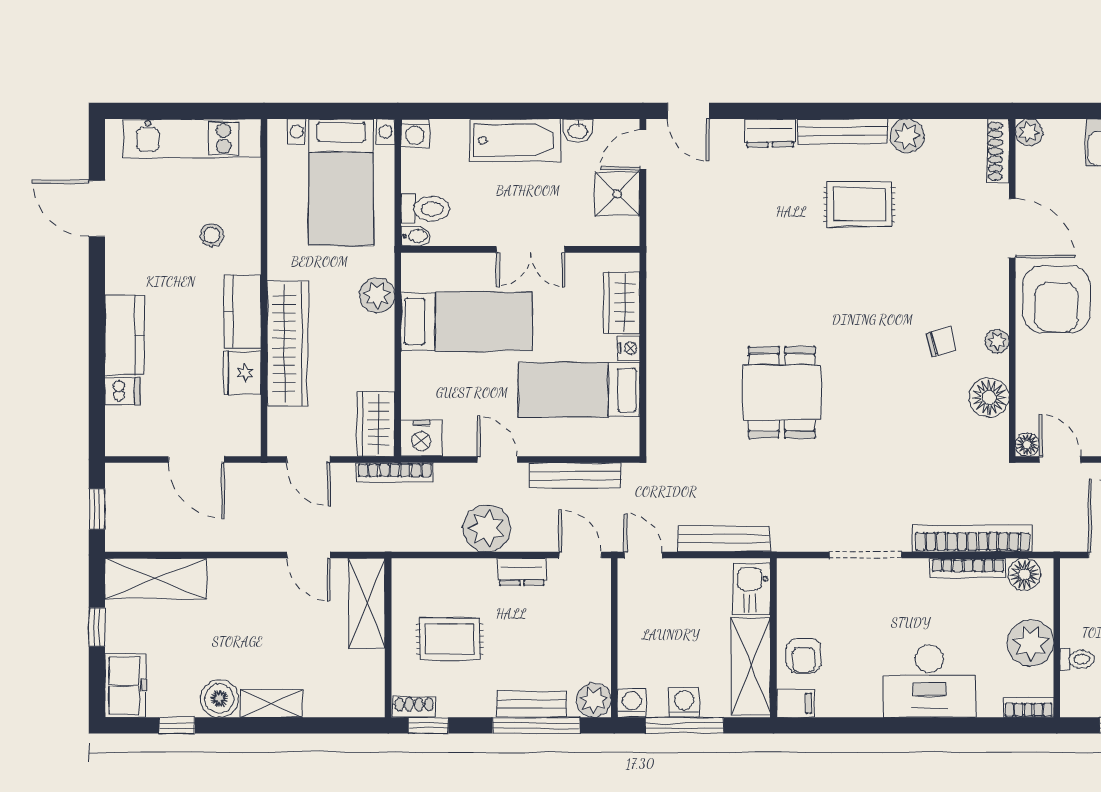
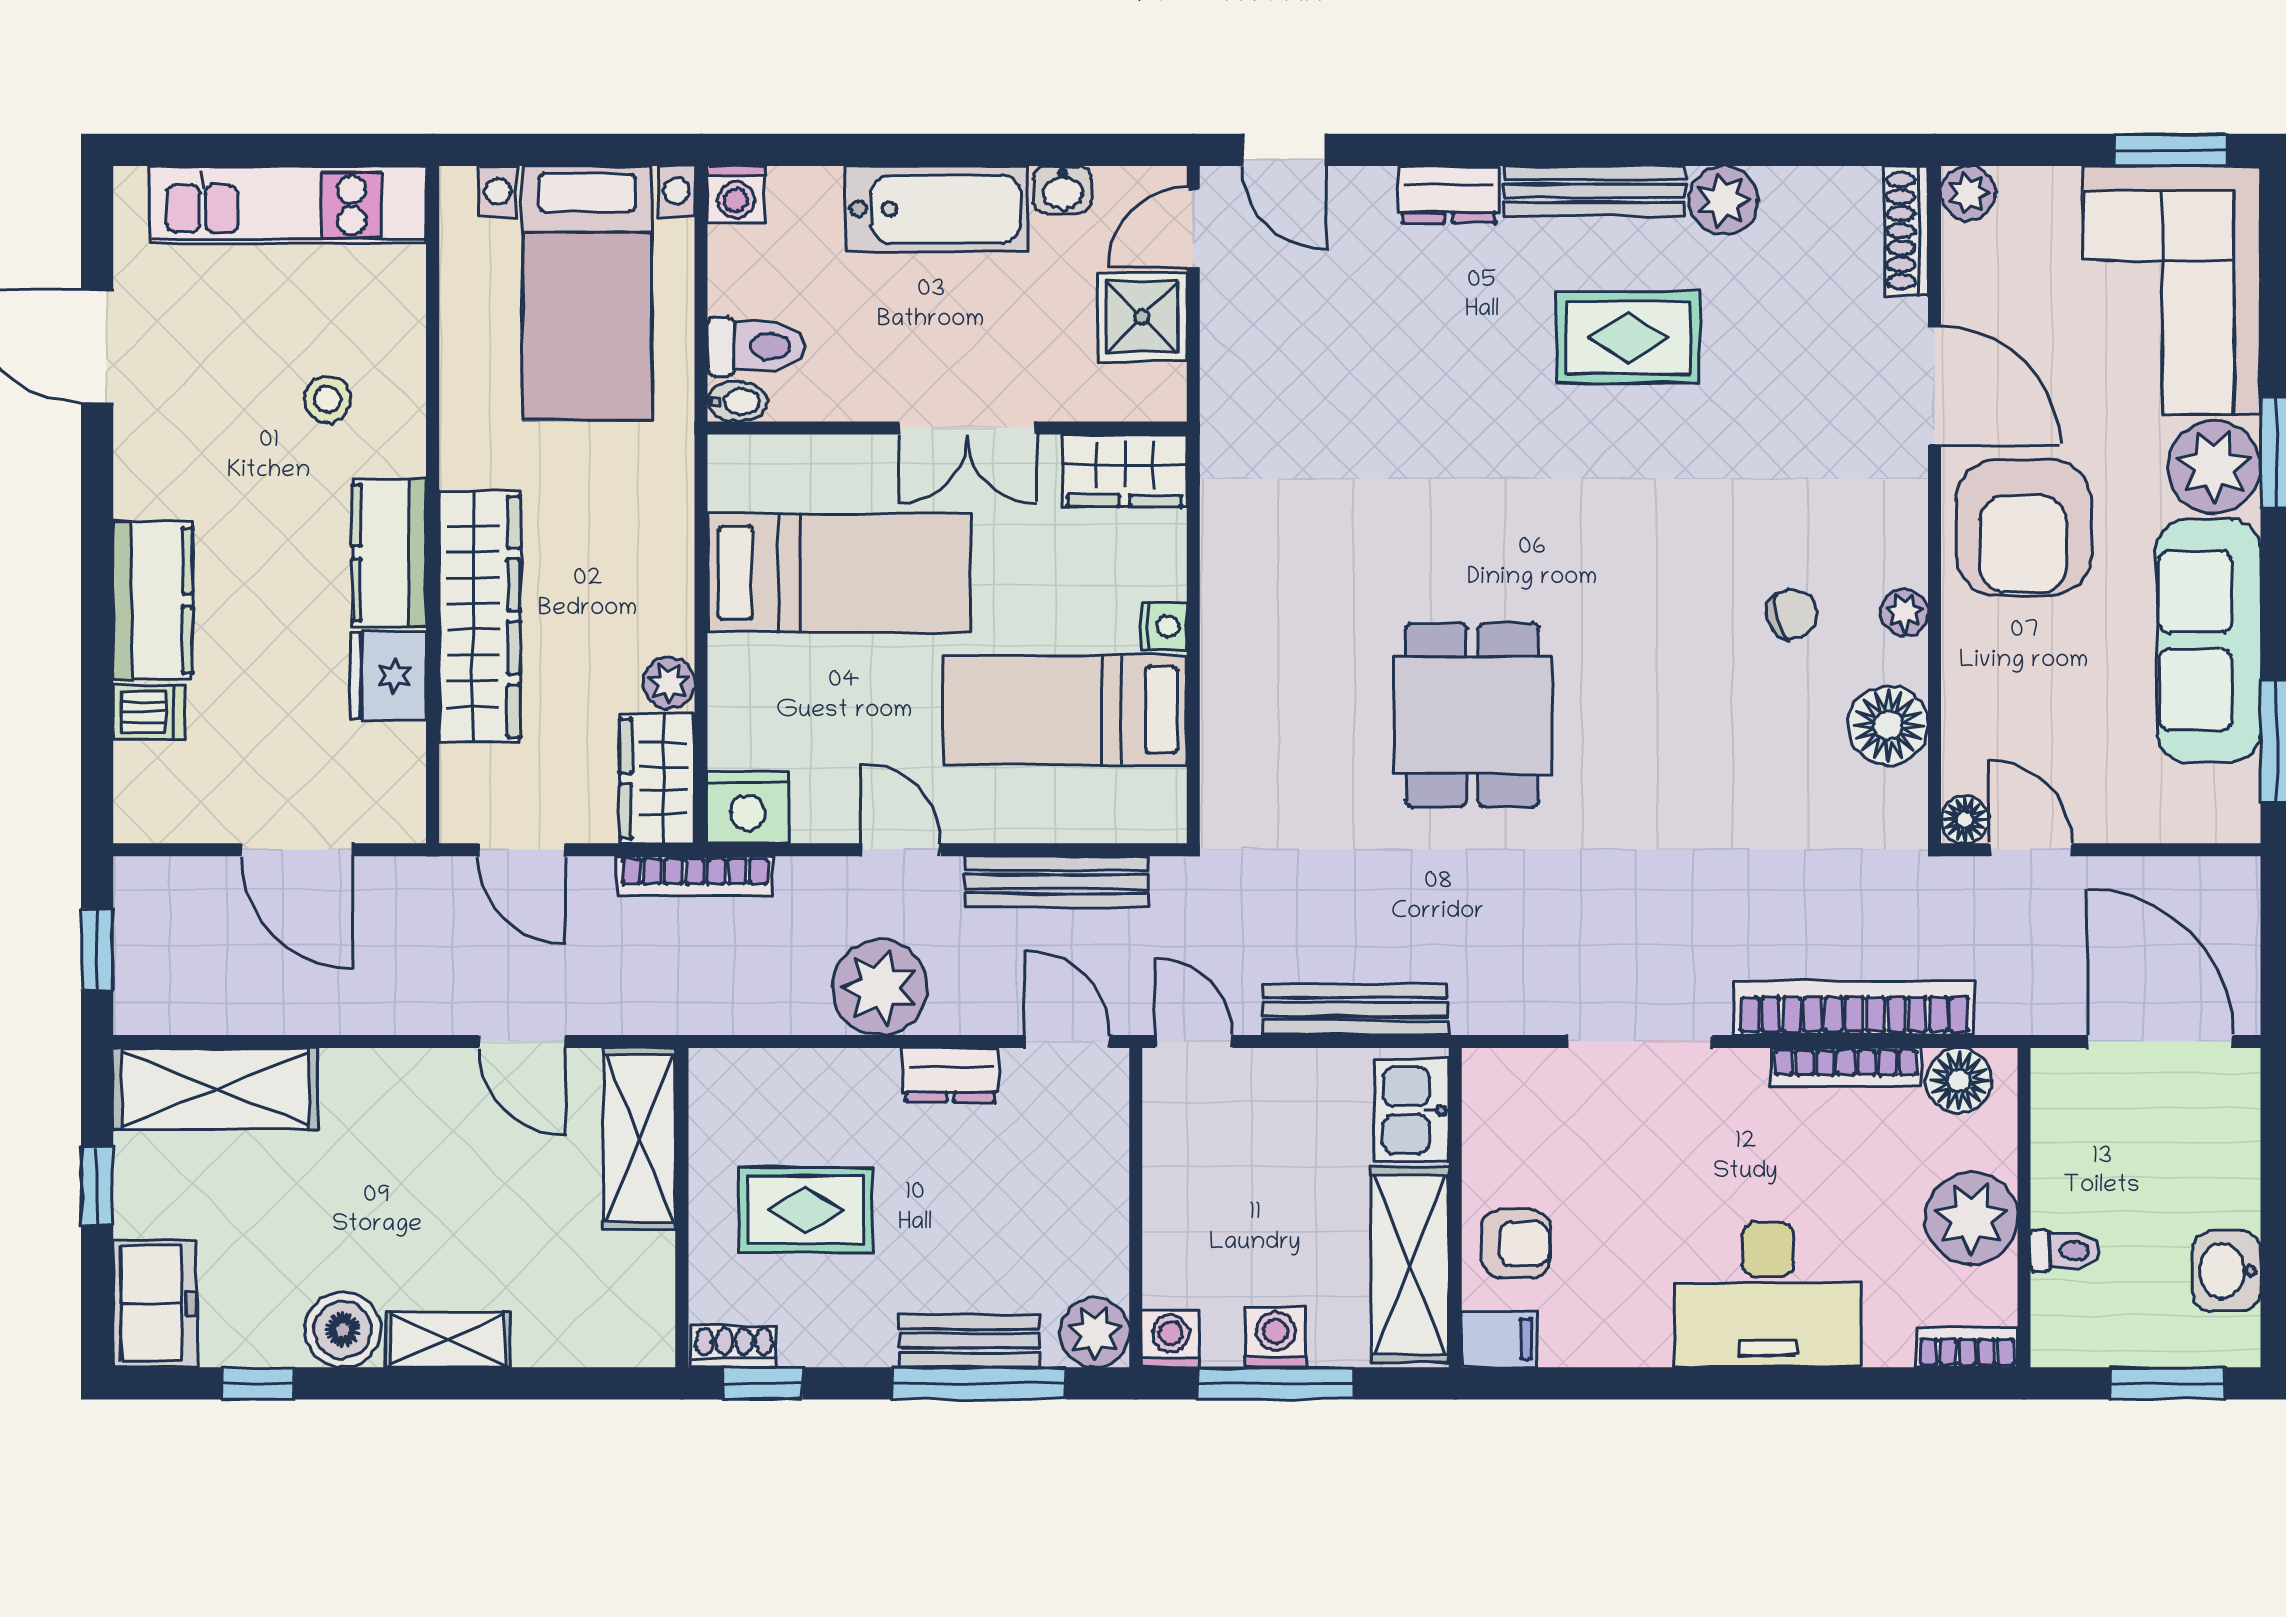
plant: (377, 295) -> (669, 683), moved, width x0.73, depth x0.73
wardrobe: (622, 303) -> (1125, 470), moved, turned -90
armchair: (804, 656) -> (1516, 1244), turned -90

